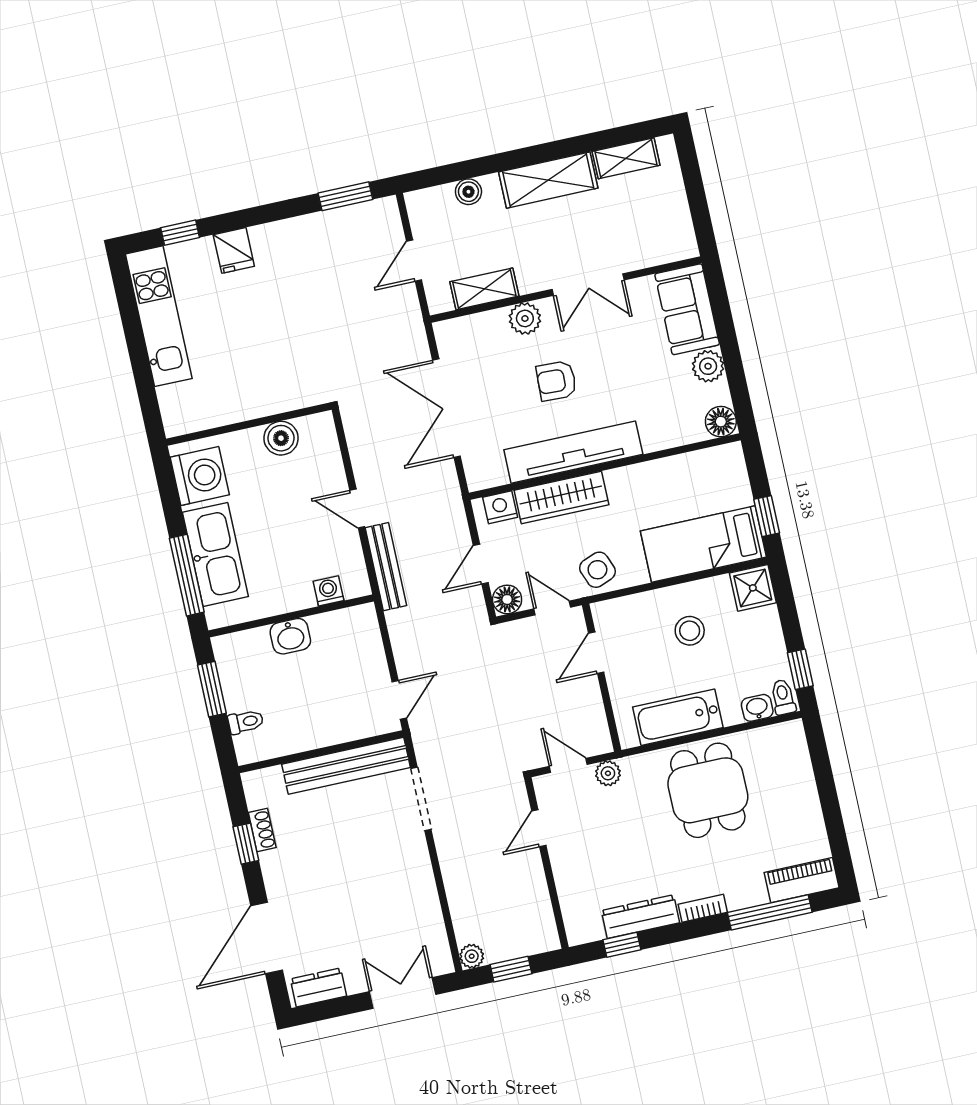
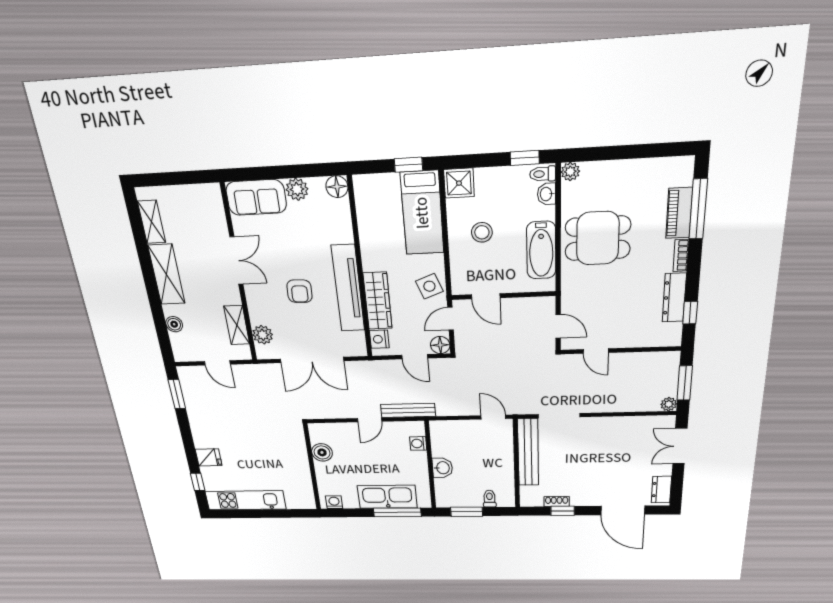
plant: (525, 318) -> (263, 335), moved
washing machine: (200, 476) -> (334, 502), width x0.53, depth x0.53
door: (568, 765) -> (558, 326), swing flipped
plant: (608, 773) -> (570, 172), moved
piano: (802, 880) -> (679, 213), moved
window: (511, 969) -> (685, 383), width x1.50

